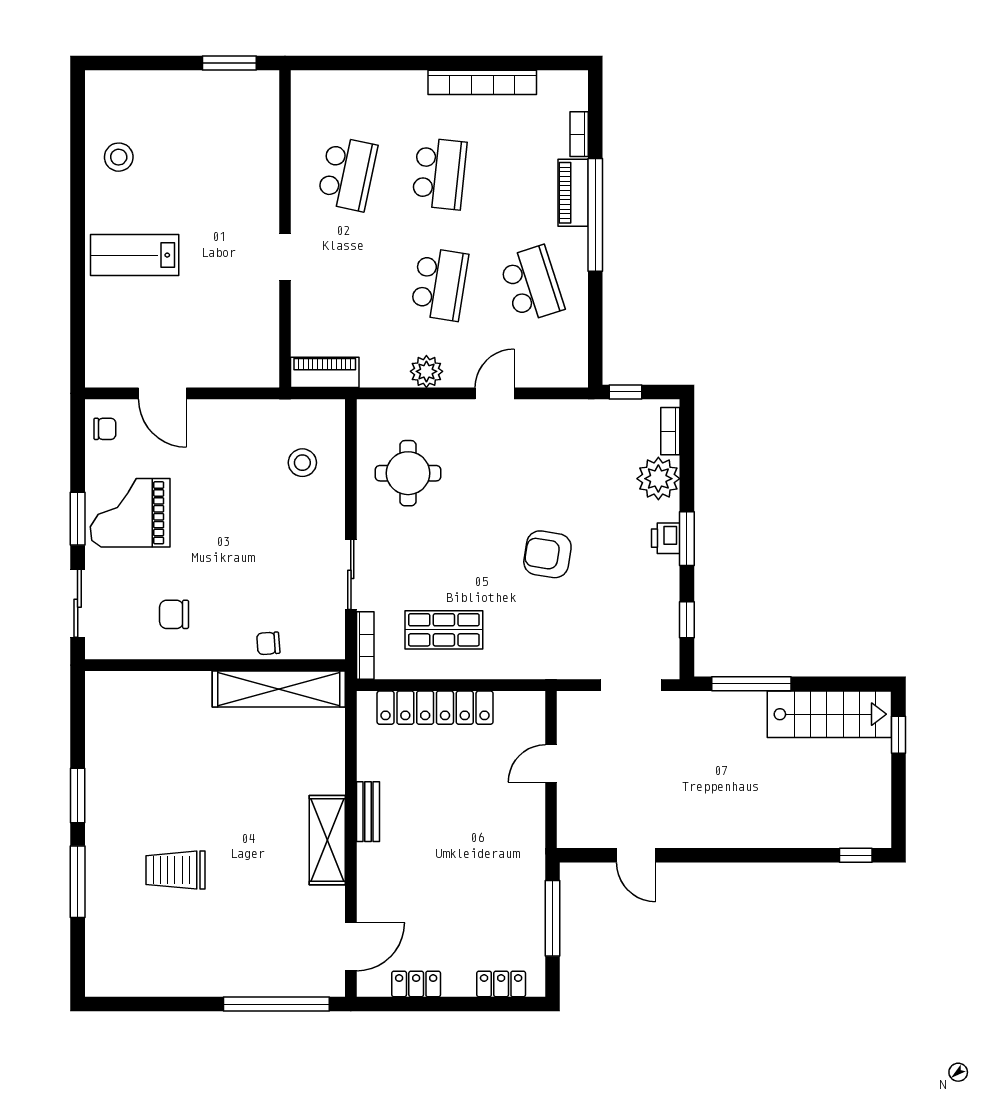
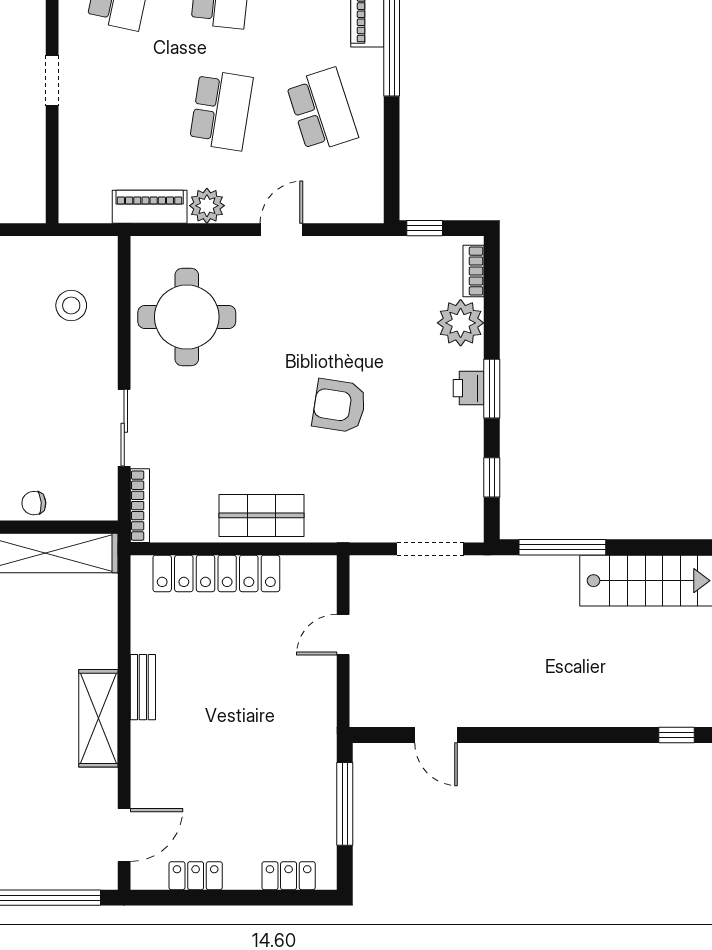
piano: (325, 372) -> (150, 207), moved
round table: (408, 473) -> (187, 317), width x1.36, depth x1.36
shop shelf: (444, 630) -> (262, 515), moved

